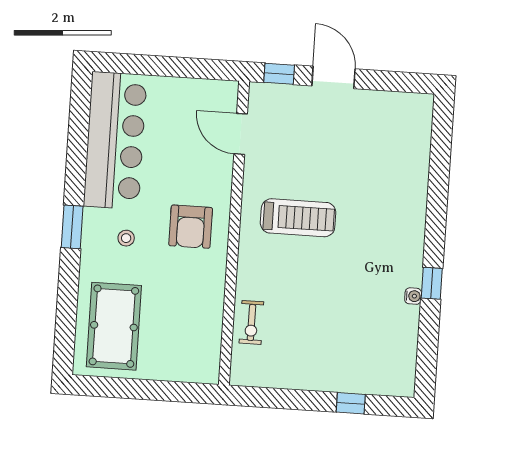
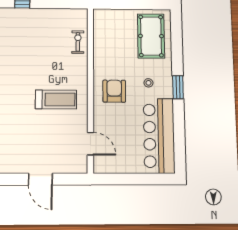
window: (279, 74) -> (71, 179), removed
treadmill: (298, 218) -> (56, 99), turned 180

